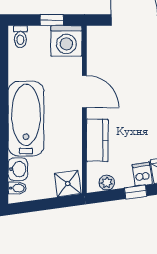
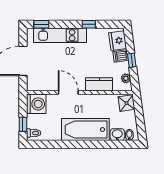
window: (52, 20) -> (23, 124), moved
door: (84, 92) -> (68, 93), hinge flipped

